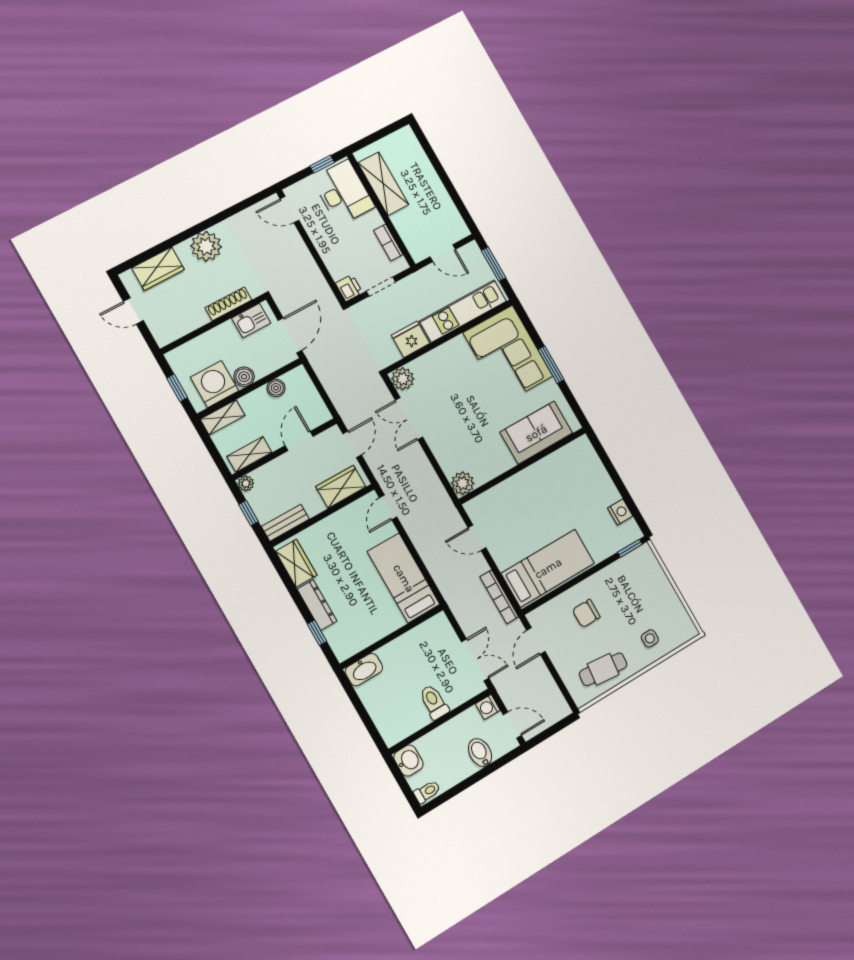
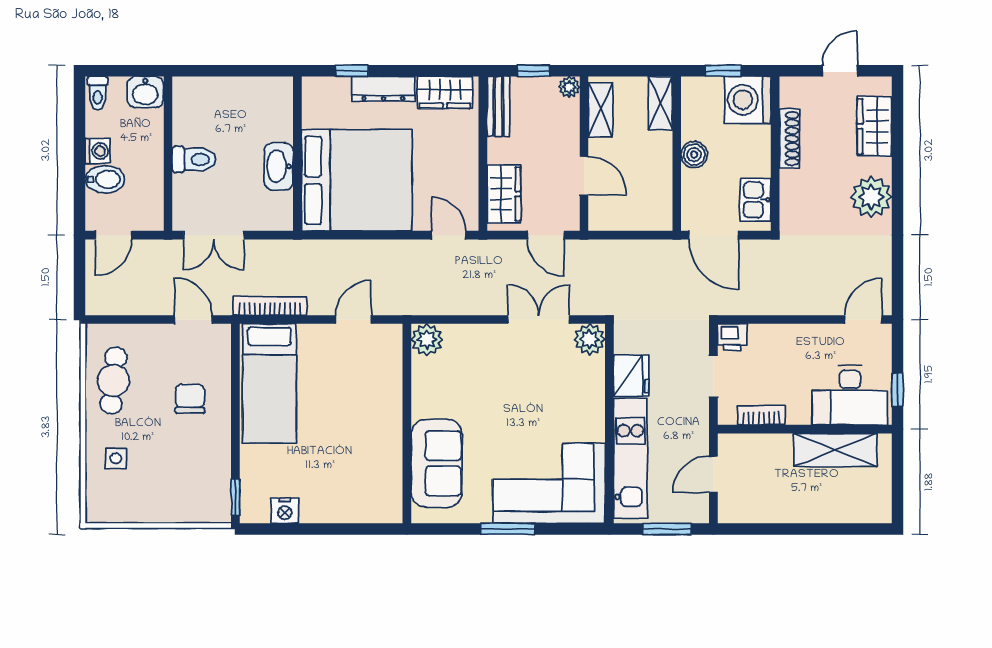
shoe rack: (228, 304) -> (789, 139), moved
washing machine: (214, 384) -> (748, 100), moved, turned 180
boiler: (276, 388) -> (661, 184), removed
bed: (404, 578) -> (357, 180), width x2.04
washbasin: (364, 670) -> (279, 166), moved
washing machine: (488, 707) -> (98, 151), moved, turned 90

